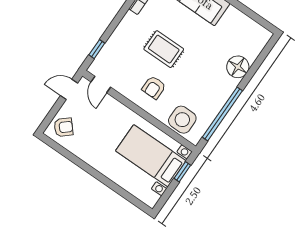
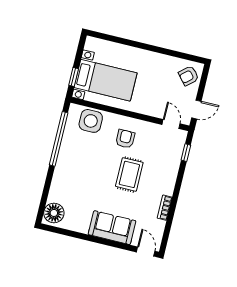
rug: (164, 49) -> (129, 174), turned 90
floor lamp: (238, 67) -> (54, 213), moved

